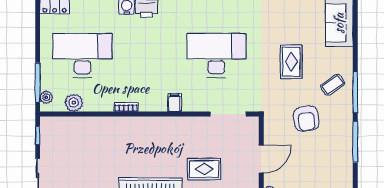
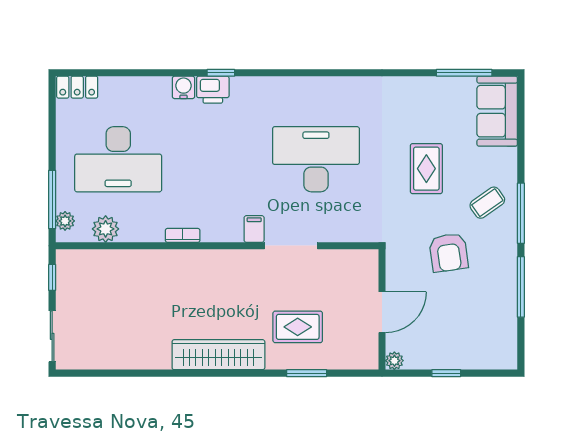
desk: (82, 55) -> (118, 159), turned 180
doorway: (228, 114) -> (291, 246), moved

